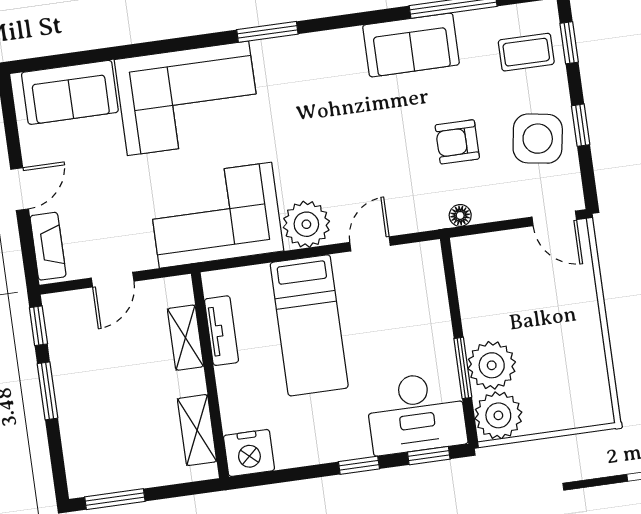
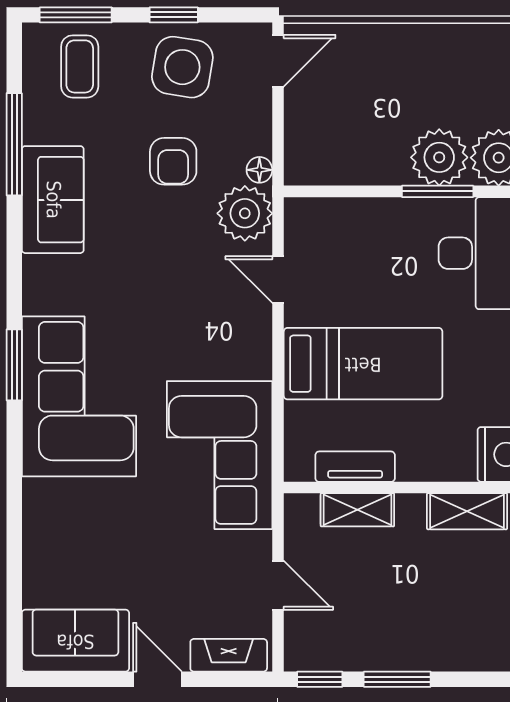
window: (569, 43) -> (76, 15), width x1.50
sofa: (70, 92) -> (75, 641), moved, turned -90
corner sofa: (188, 98) -> (79, 396), moved
plant: (306, 224) -> (245, 213), moved

